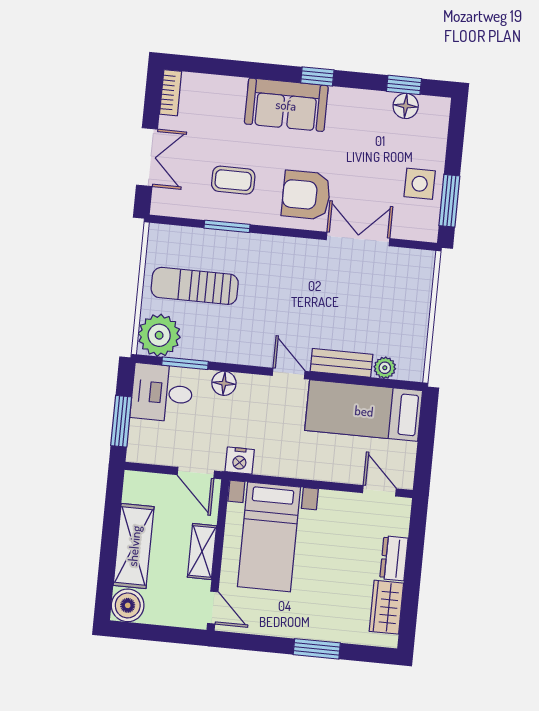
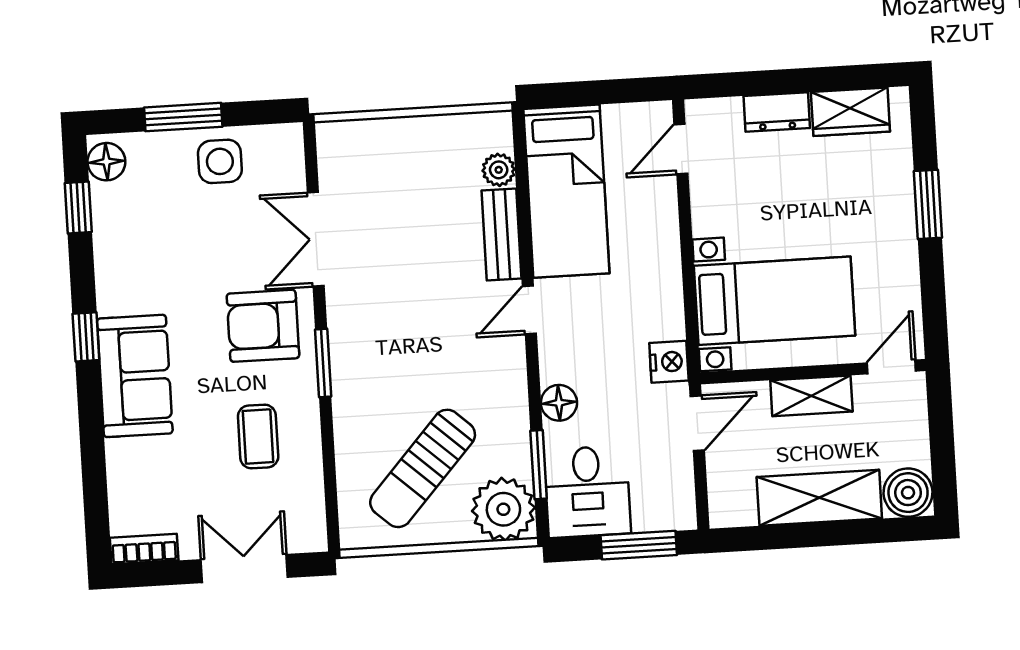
floor lamp: (406, 106) -> (106, 162), moved
armchair: (306, 195) -> (263, 326), turned 90
window: (449, 201) -> (183, 117), moved
window: (227, 226) -> (323, 363), moved
sun lounger: (195, 286) -> (423, 468), turned 42

